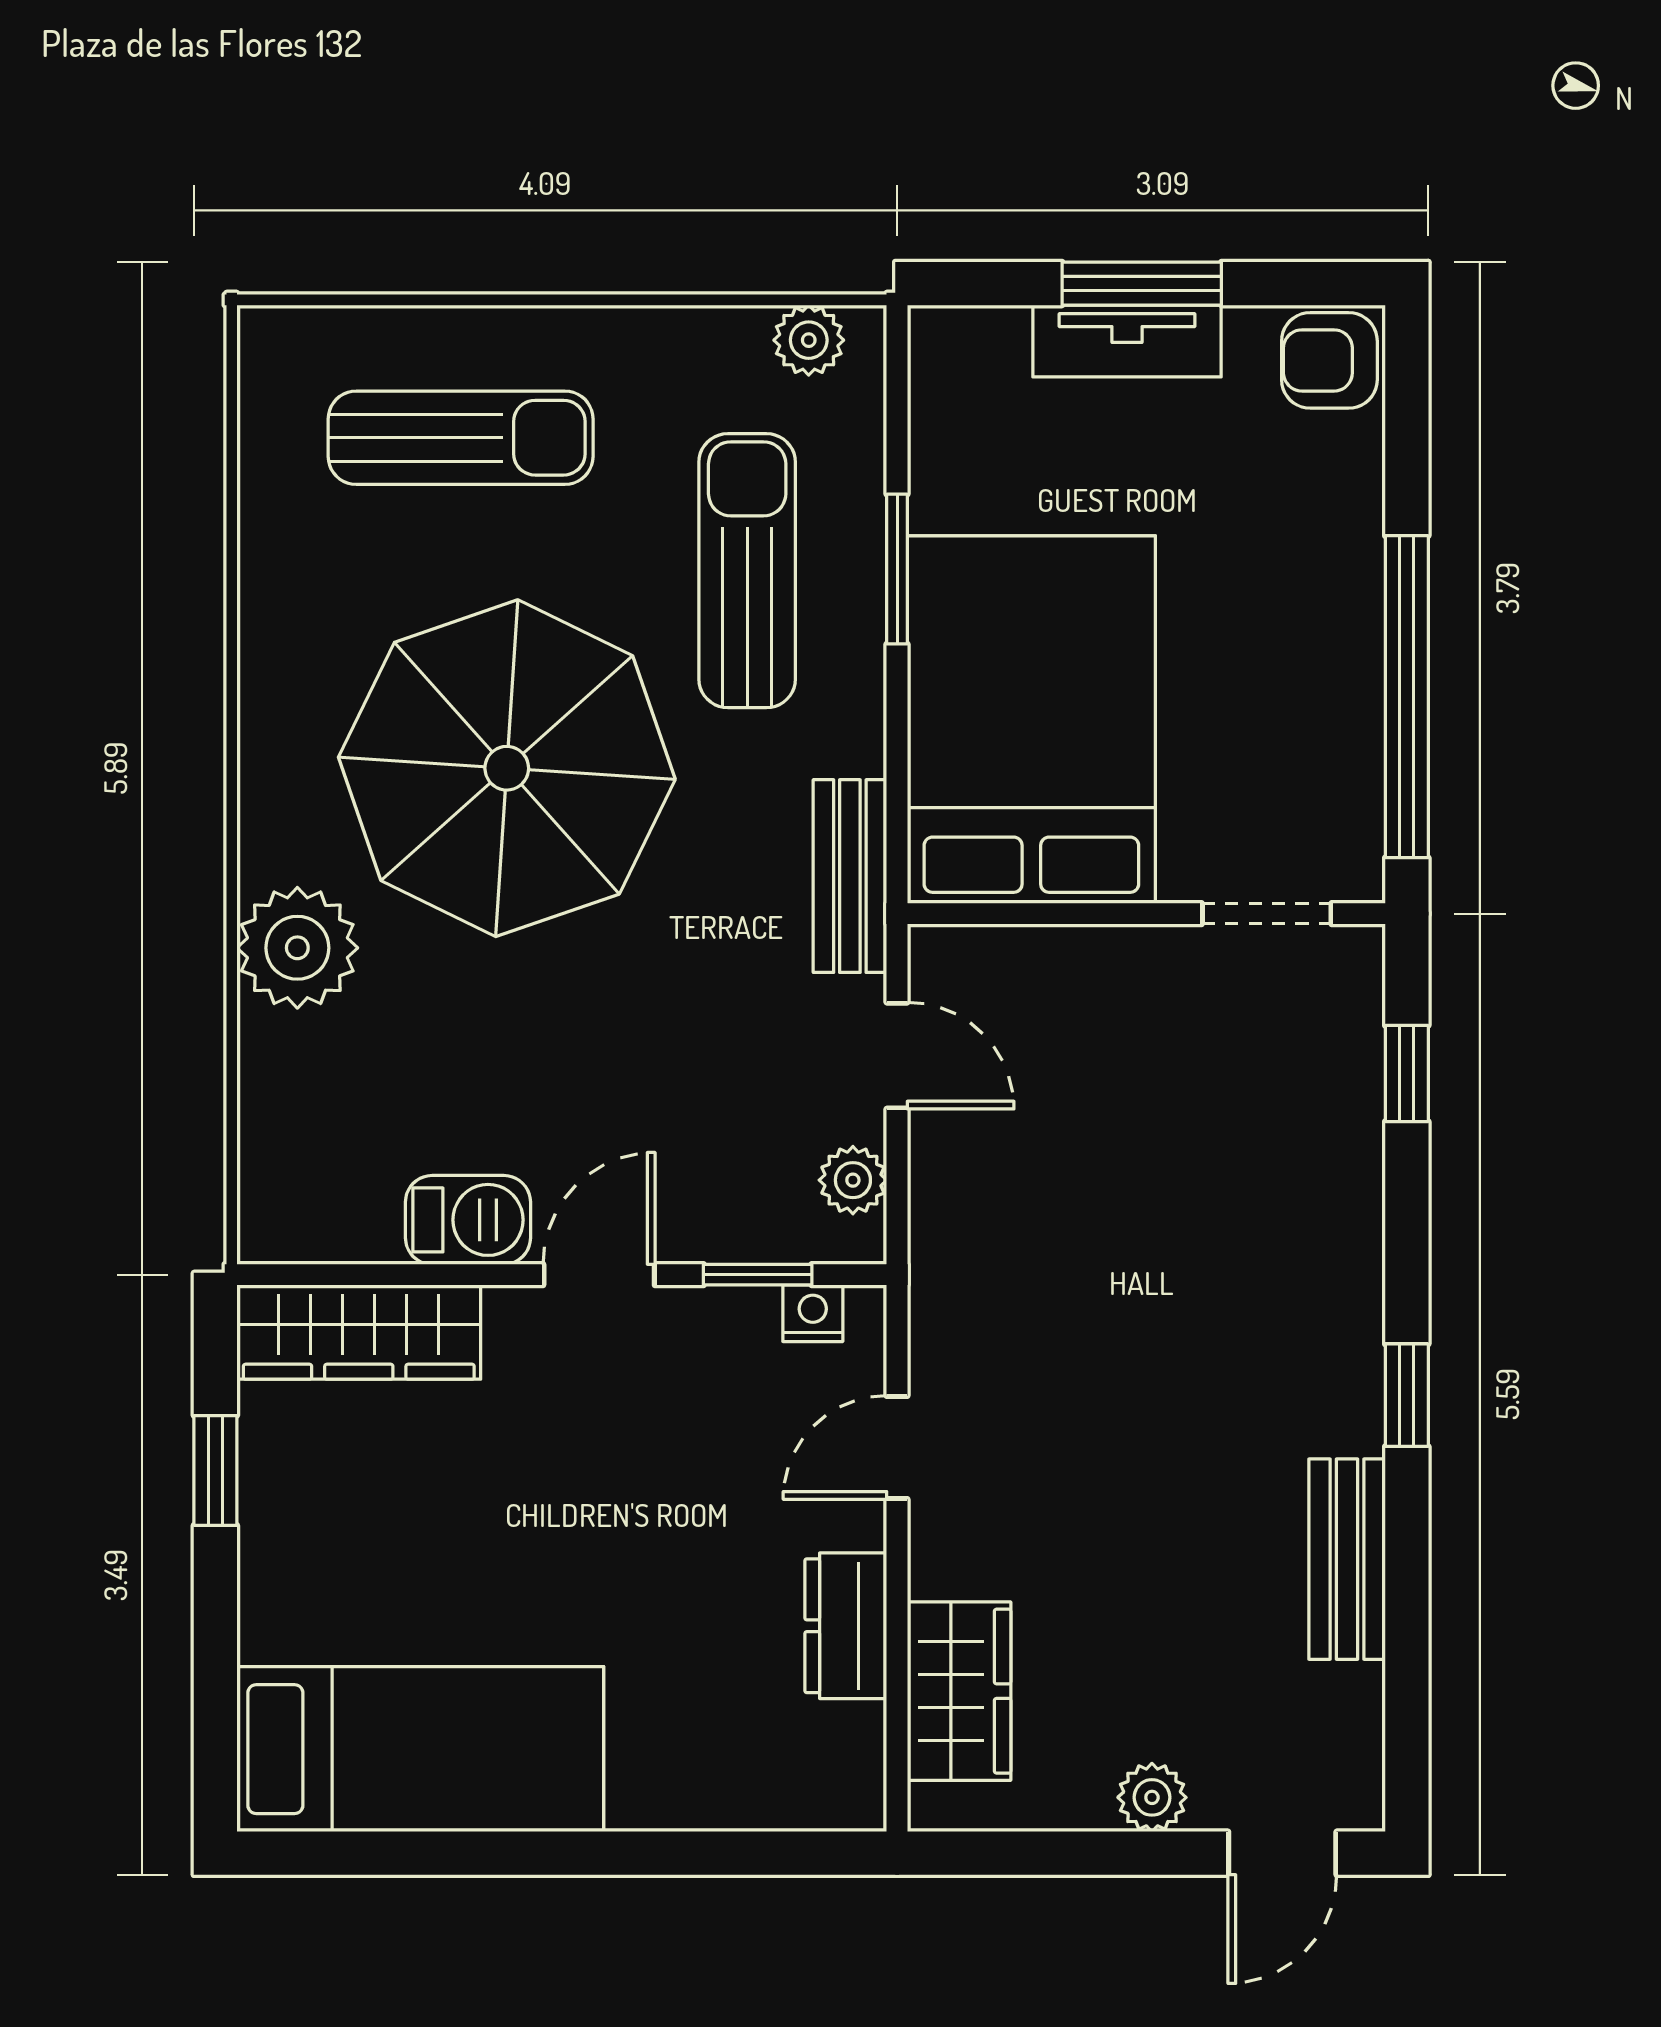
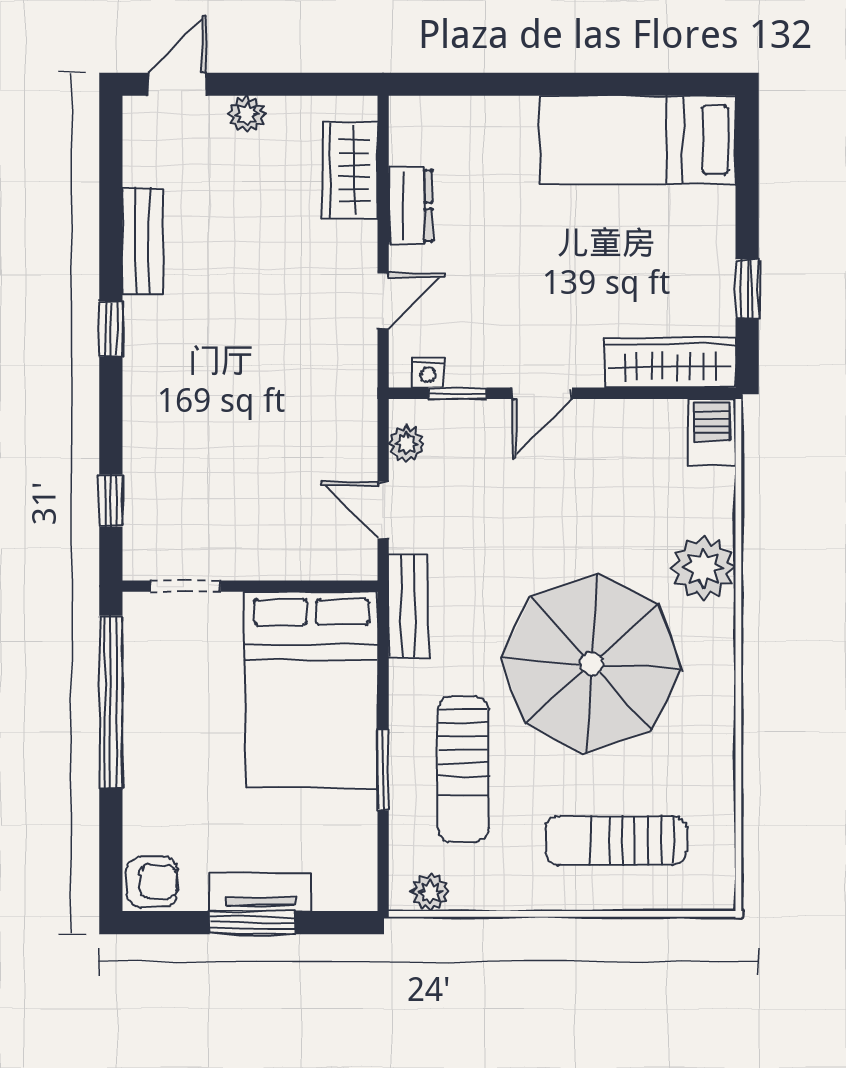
barbecue: (468, 1220) -> (712, 432), moved, turned 90

